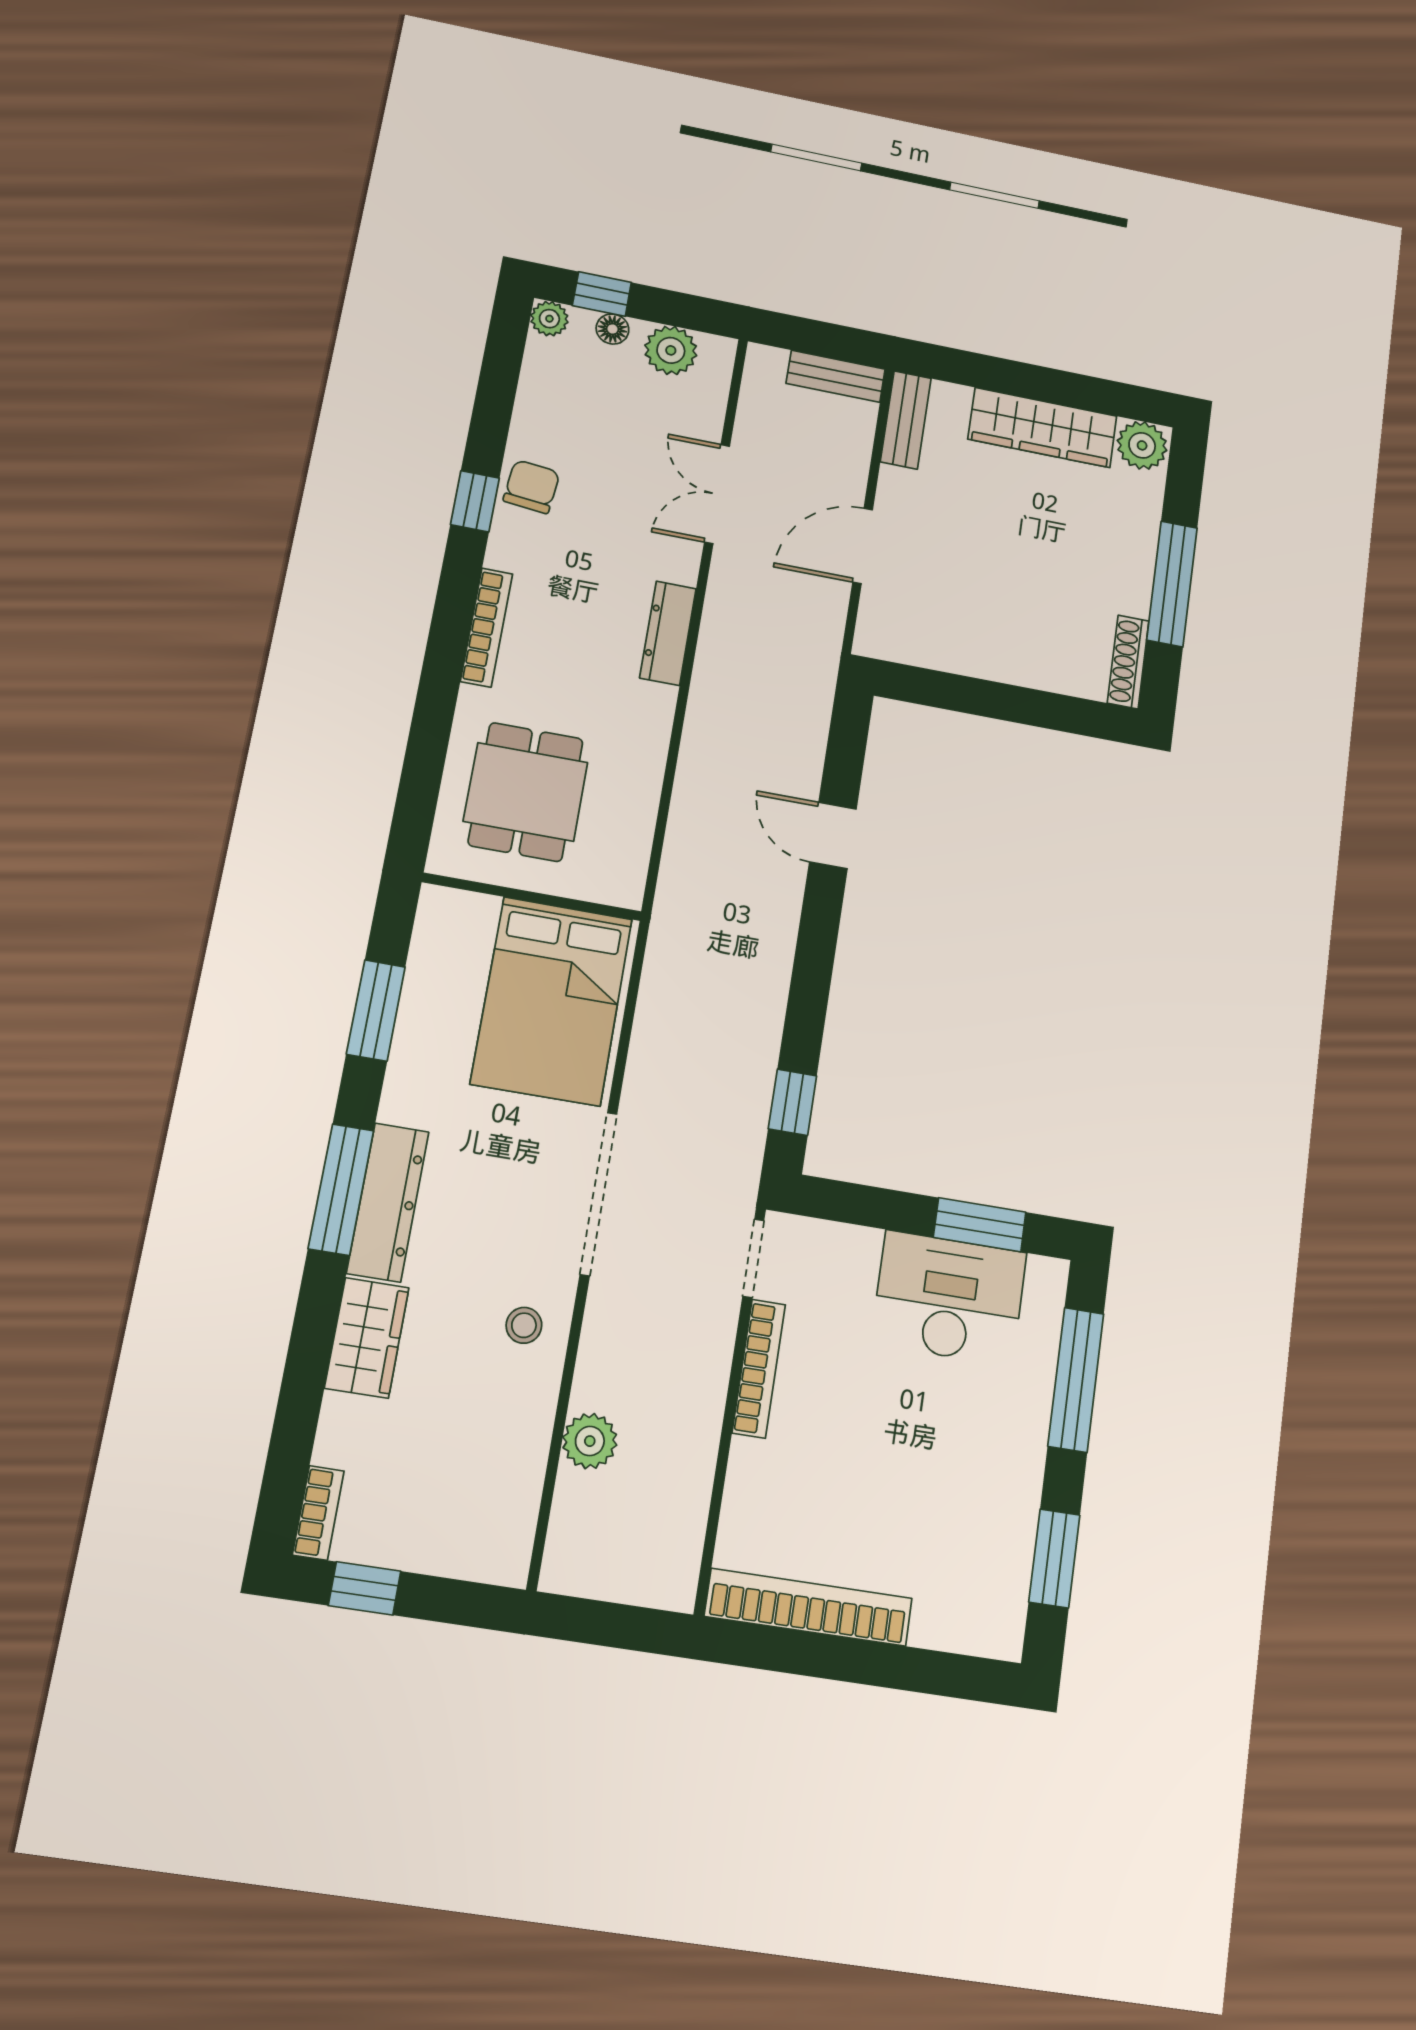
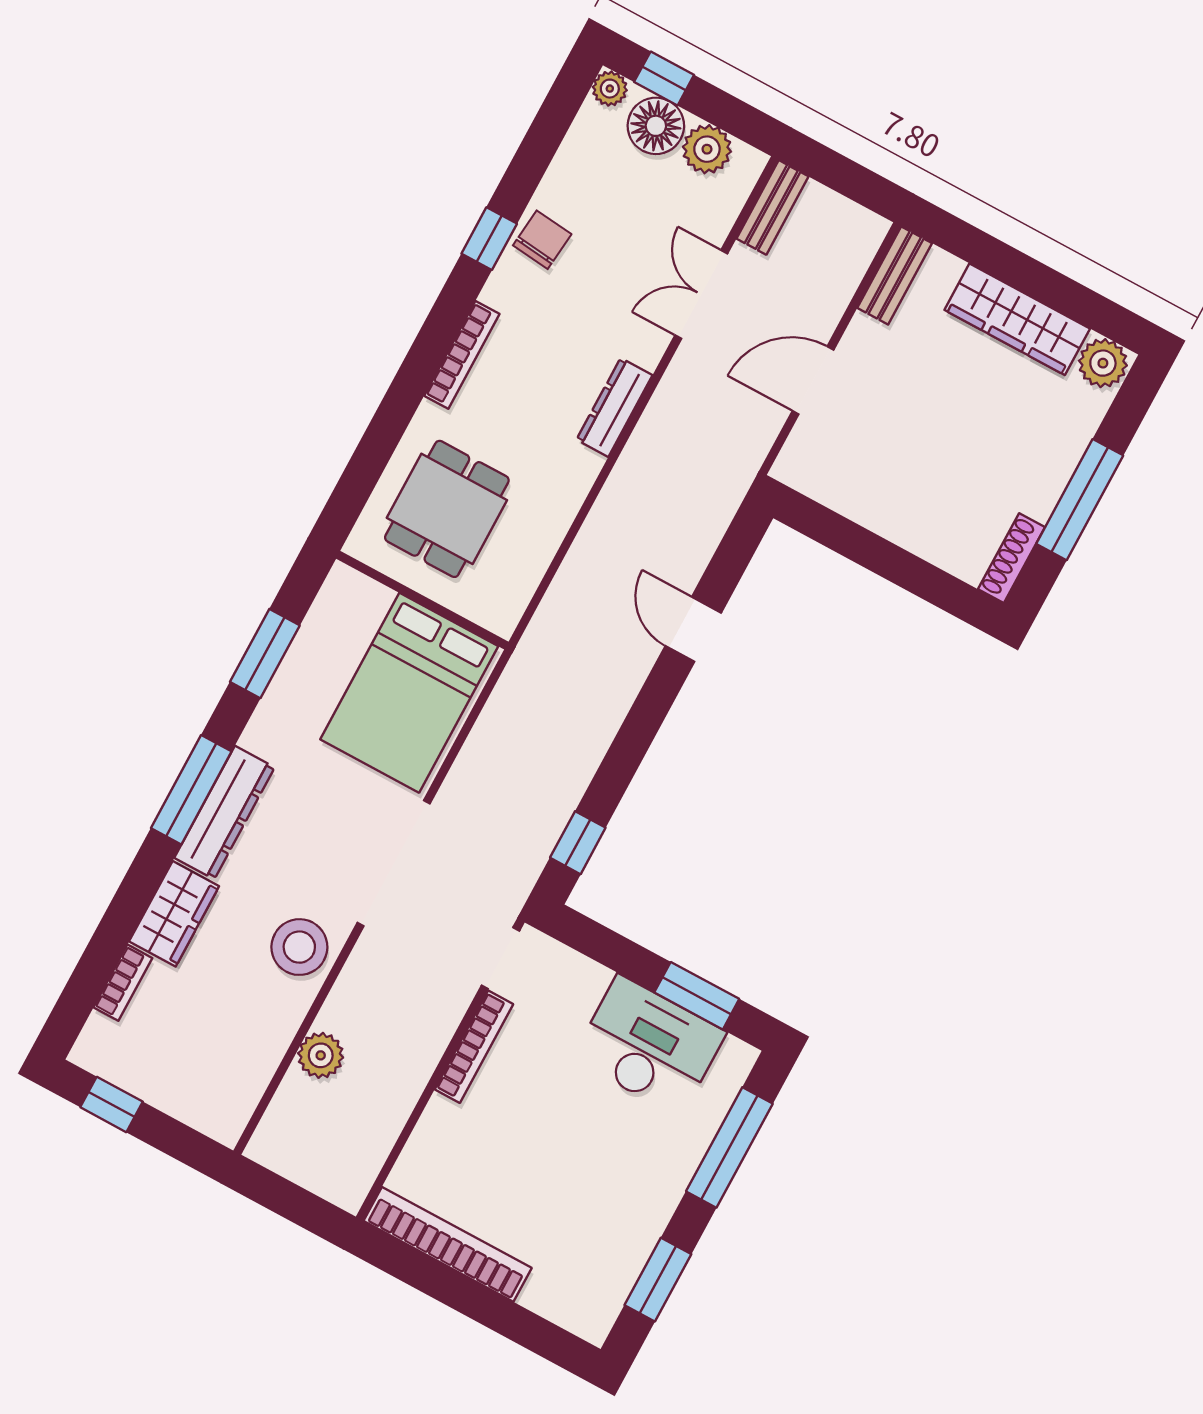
floor lamp: (613, 329) -> (656, 126), width x1.89, depth x1.89
bench: (836, 376) -> (773, 208), moved, turned 90
stool: (524, 1325) -> (299, 947), width x1.89, depth x1.89
bookcase: (318, 1513) -> (123, 983), moved

